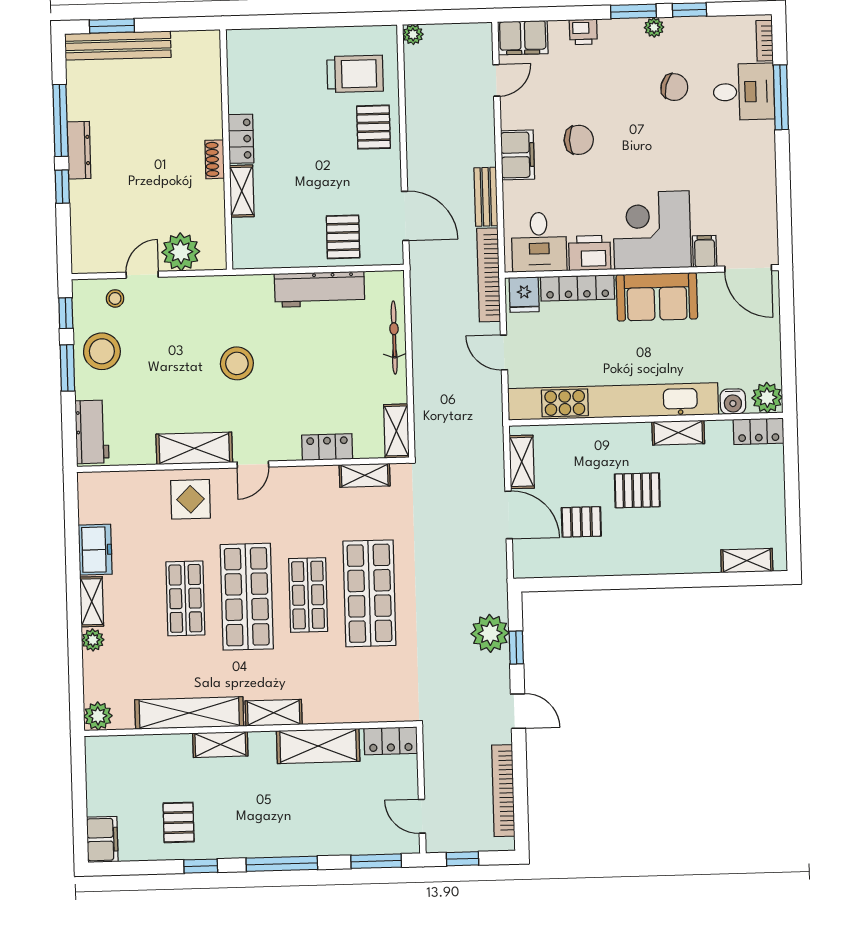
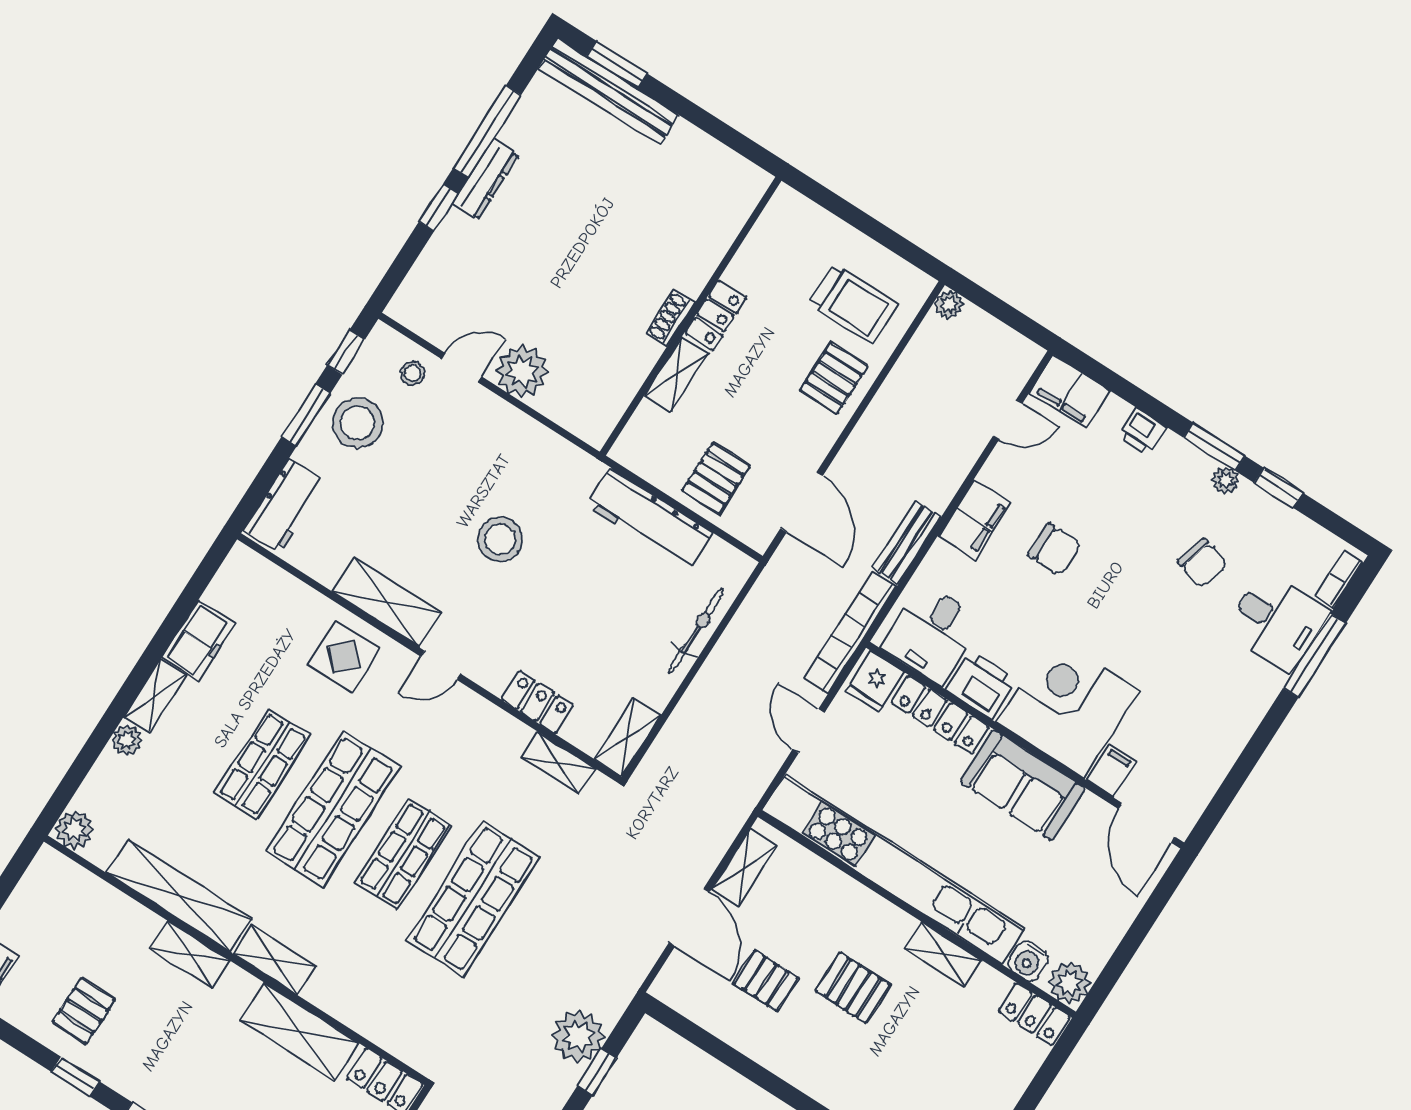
locker: (241, 139) -> (715, 315), moved
wall: (226, 150) -> (691, 316), moved
shoe rack: (215, 159) -> (670, 318), moved
shelving: (242, 191) -> (676, 375), moved

